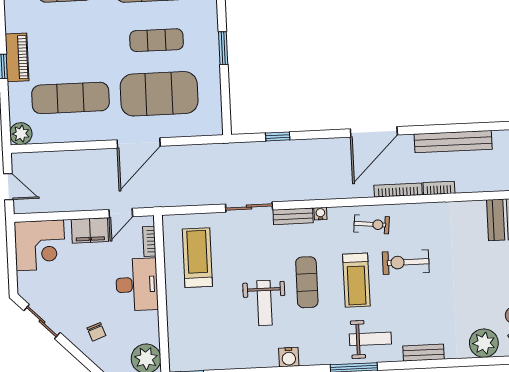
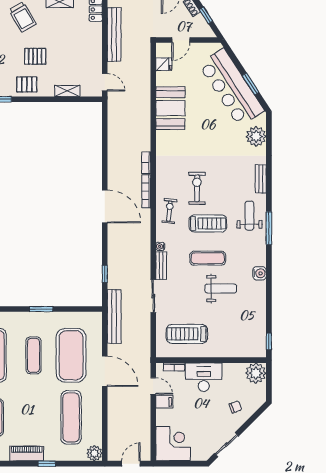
piano: (17, 57) -> (27, 453), moved
bench: (453, 142) -> (114, 317), moved
filing cabinet: (90, 230) -> (164, 402), width x0.50
exercise bike: (406, 262) -> (197, 188), turned 180

